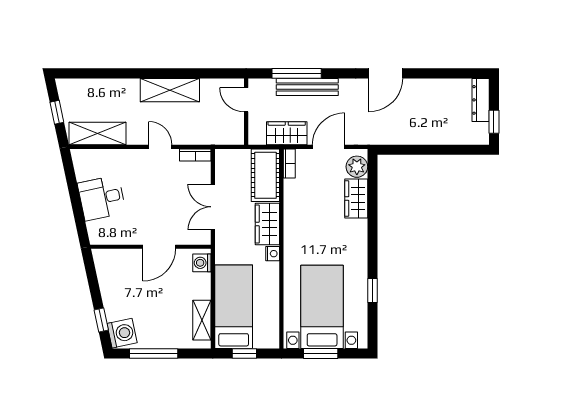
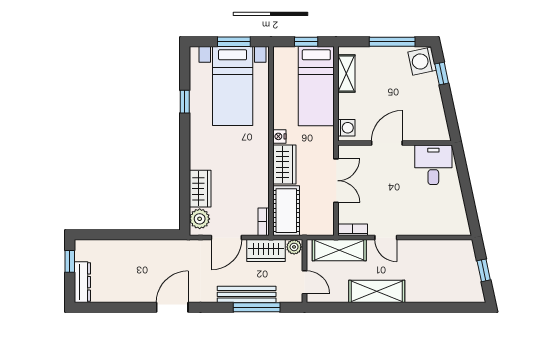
shelving: (98, 134) -> (339, 250), moved
plant: (257, 137) -> (294, 247), added
desk: (102, 198) -> (433, 165), moved, turned -78

